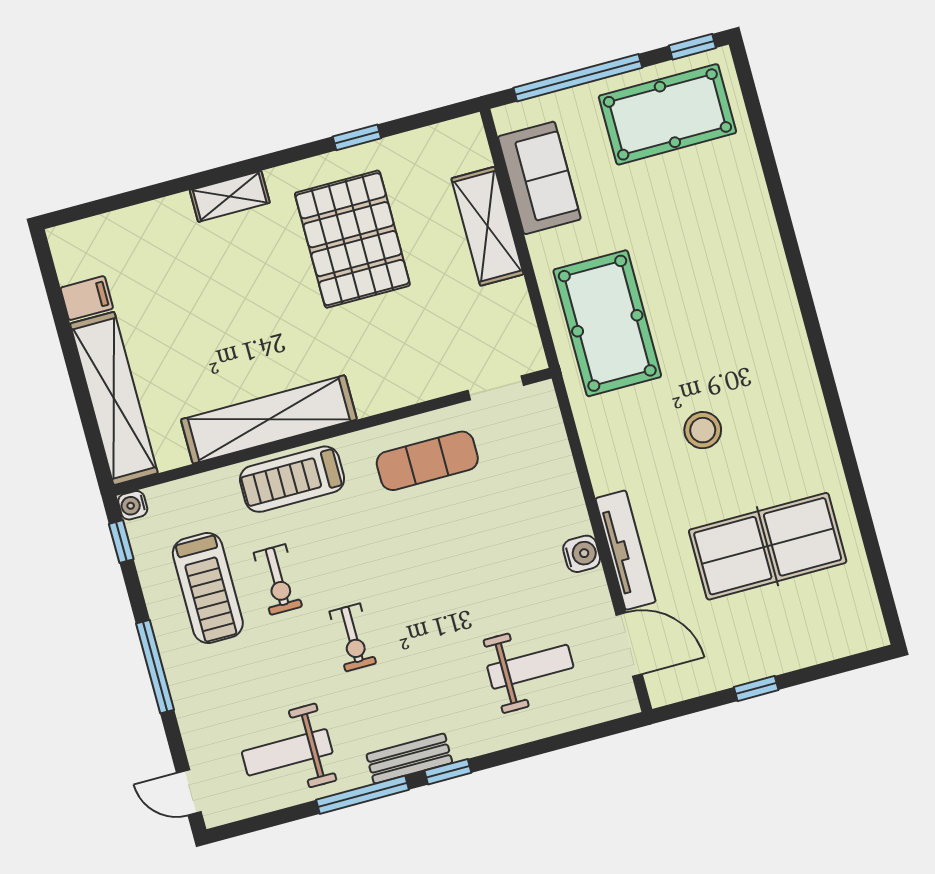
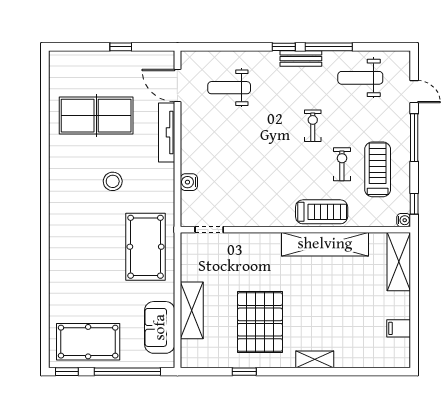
shelving: (114, 398) -> (399, 262), width x0.68
exercise mat: (427, 461) -> (253, 203), removed
water cooler: (582, 554) -> (189, 182), moved
weight bench: (287, 752) -> (360, 78), turned 180
door: (189, 792) -> (414, 92), moved

